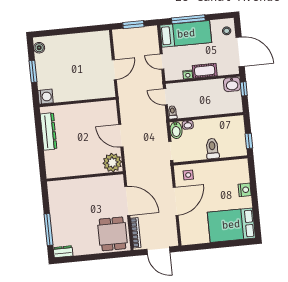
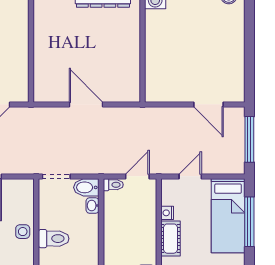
window: (133, 25) -> (249, 139), width x1.44
door: (114, 70) -> (208, 104), moved
door: (121, 136) -> (86, 104), hinge flipped
plant: (112, 163) -> (47, 88), removed
side table: (188, 175) -> (23, 232), moved

